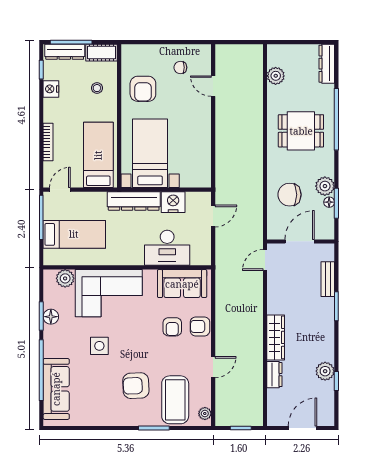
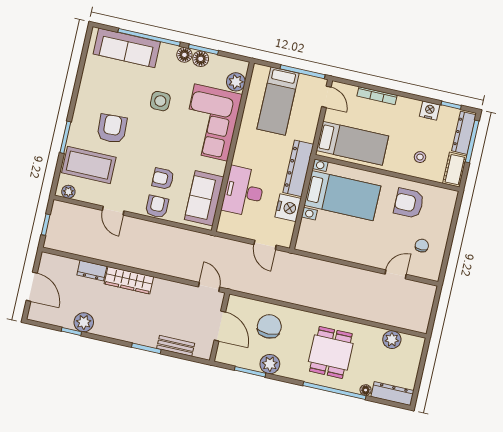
floor lamp: (329, 202) -> (366, 390), moved
floor lamp: (50, 333) -> (184, 55), added

